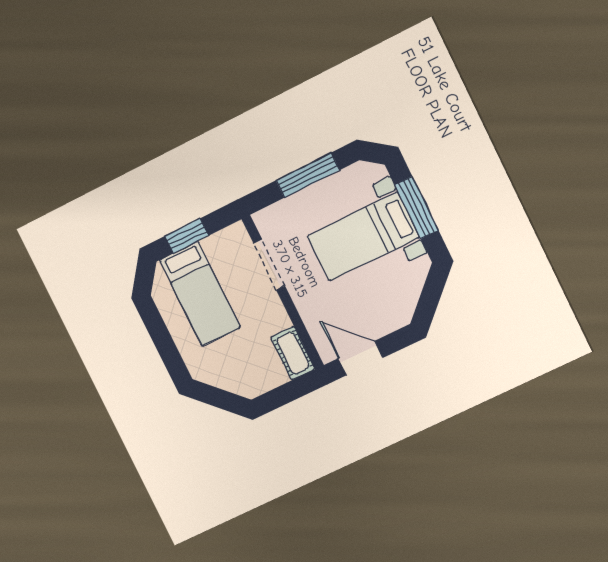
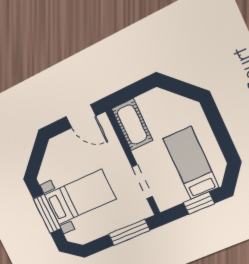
window: (308, 175) -> (129, 232), moved
cot: (293, 353) -> (132, 125), width x1.37, depth x1.34

